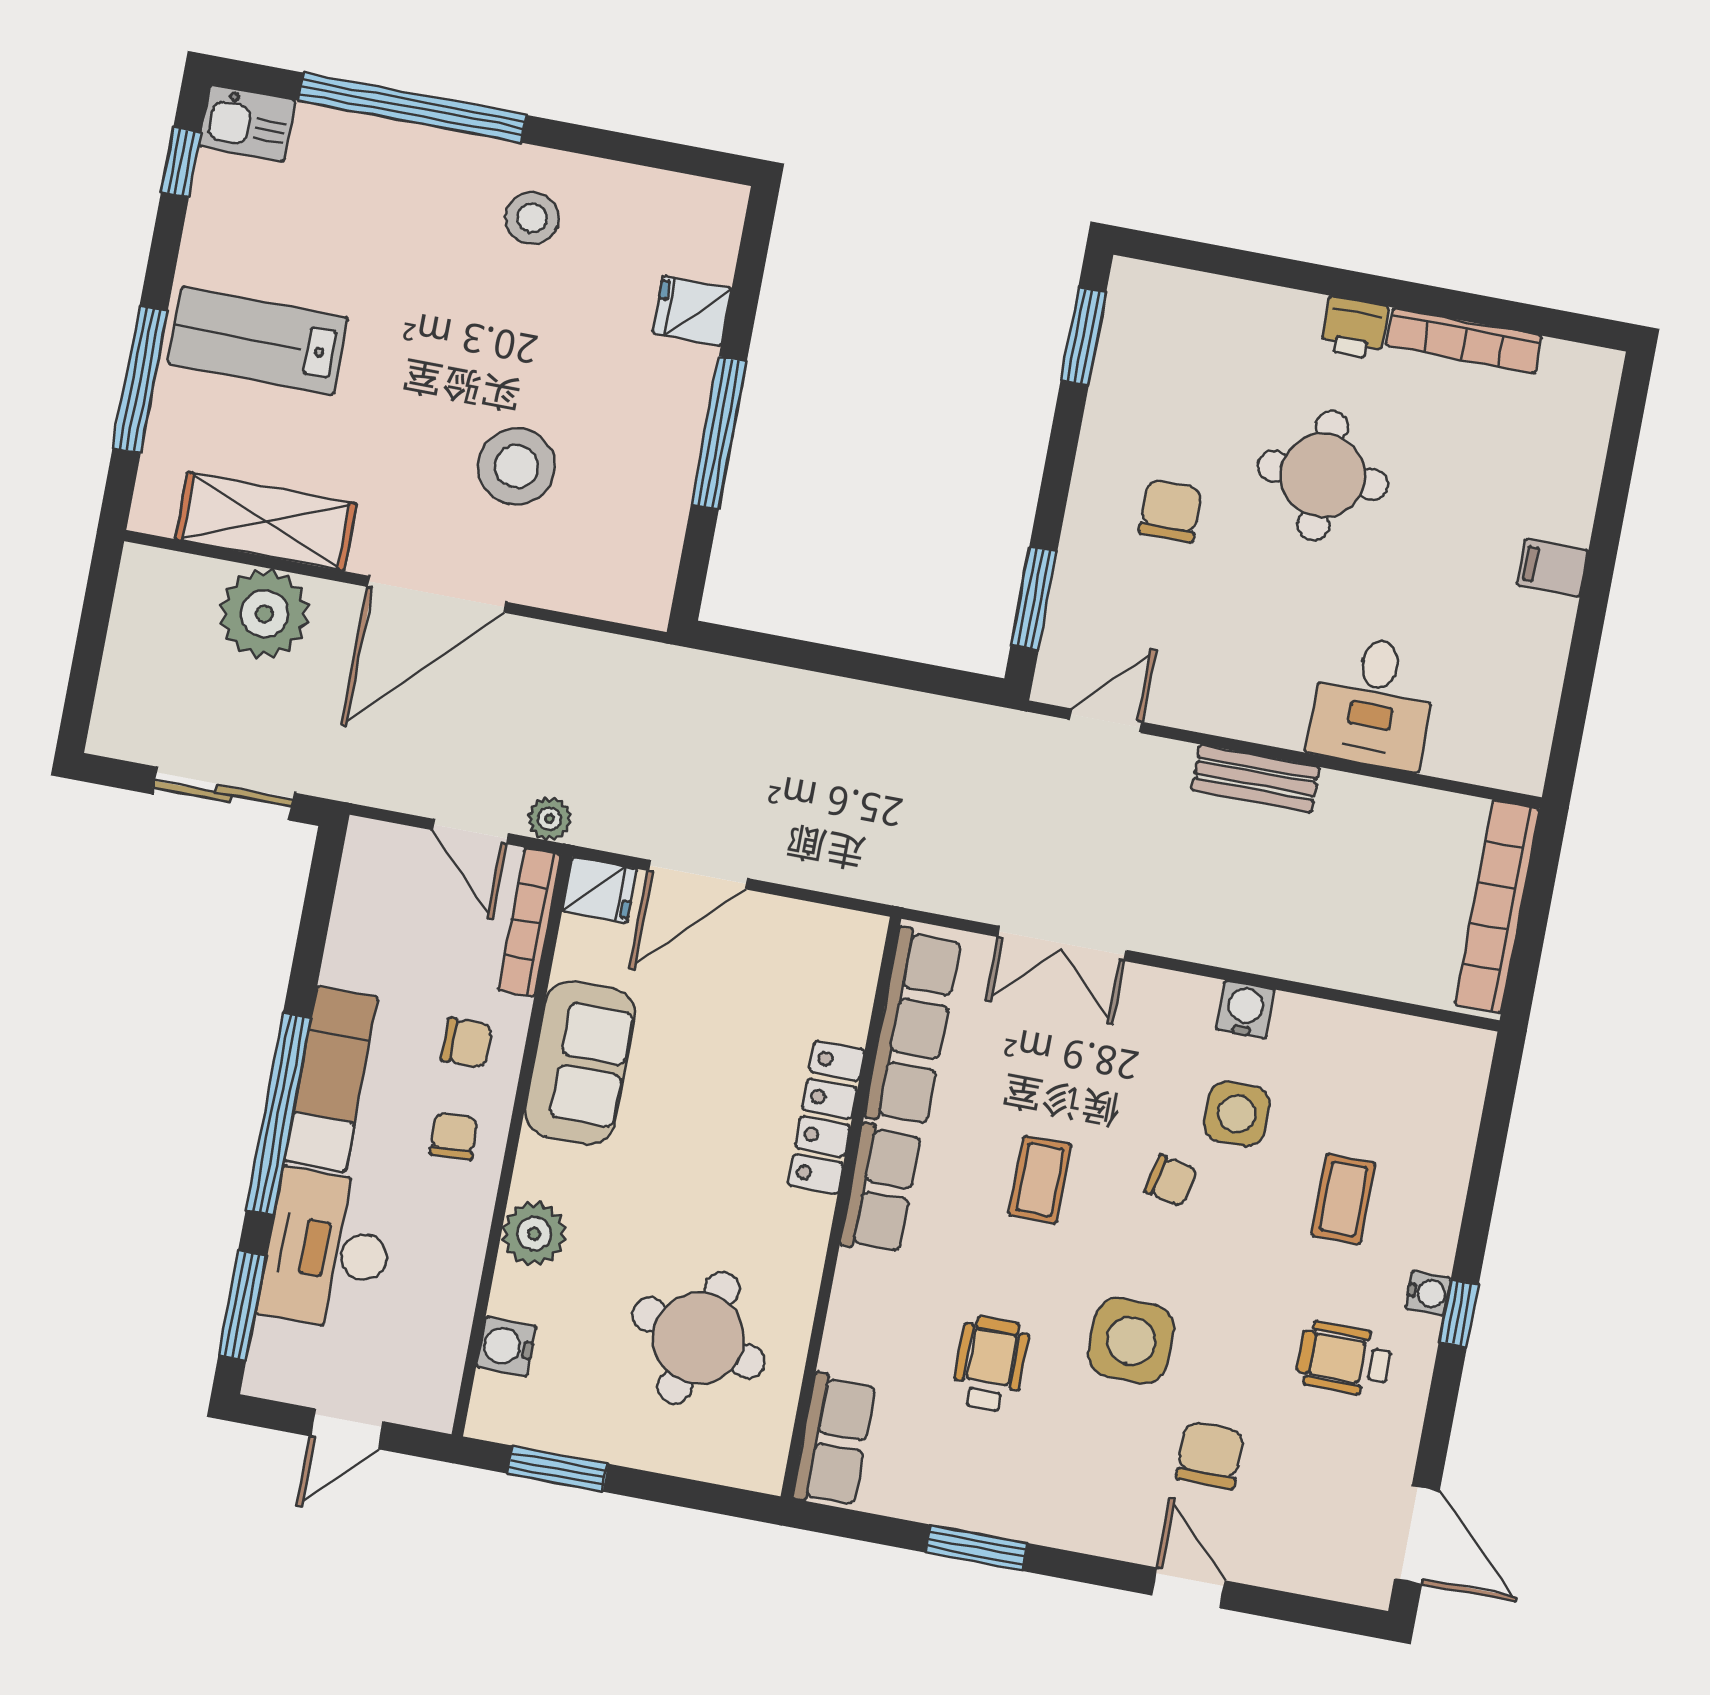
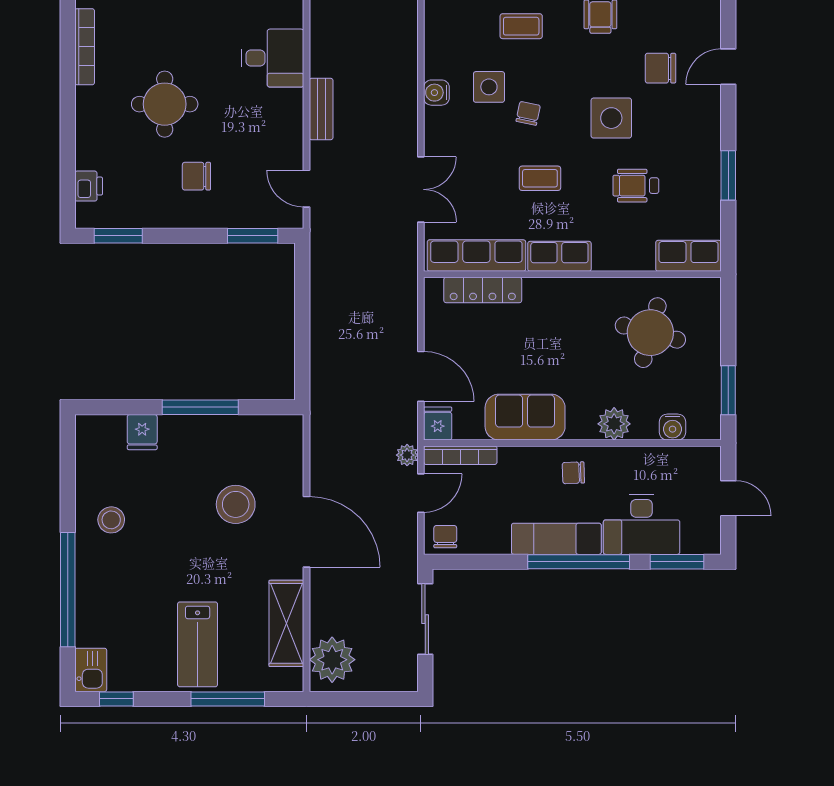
printer: (1354, 328) -> (89, 186), moved
plant: (264, 614) -> (332, 660), moved
chair: (467, 1043) -> (445, 537), moved
locker: (826, 1118) -> (483, 290), moved

